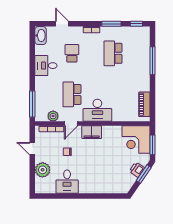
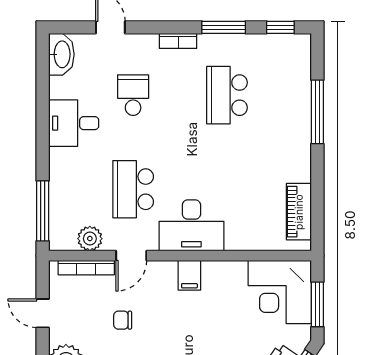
filing cabinet: (92, 132) -> (189, 275), width x0.50

